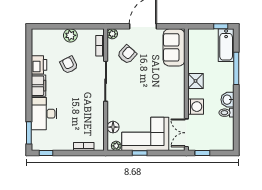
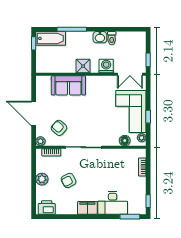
sofa: (174, 47) -> (68, 85), moved
printer: (39, 65) -> (47, 208), moved

